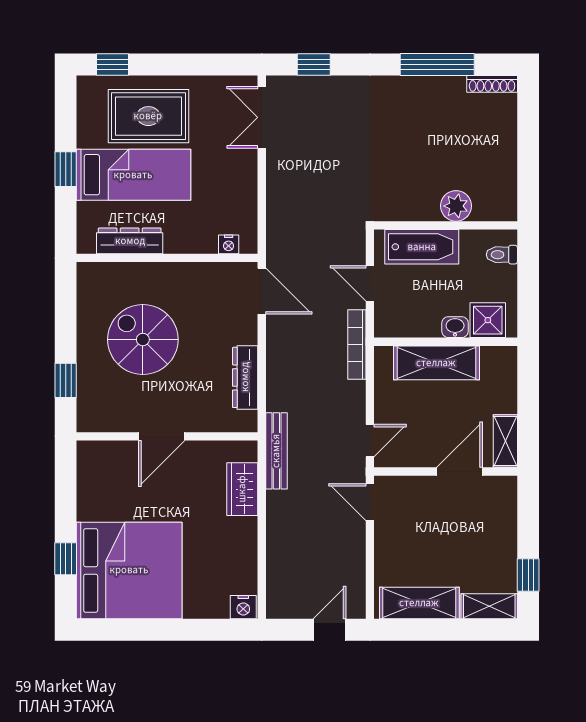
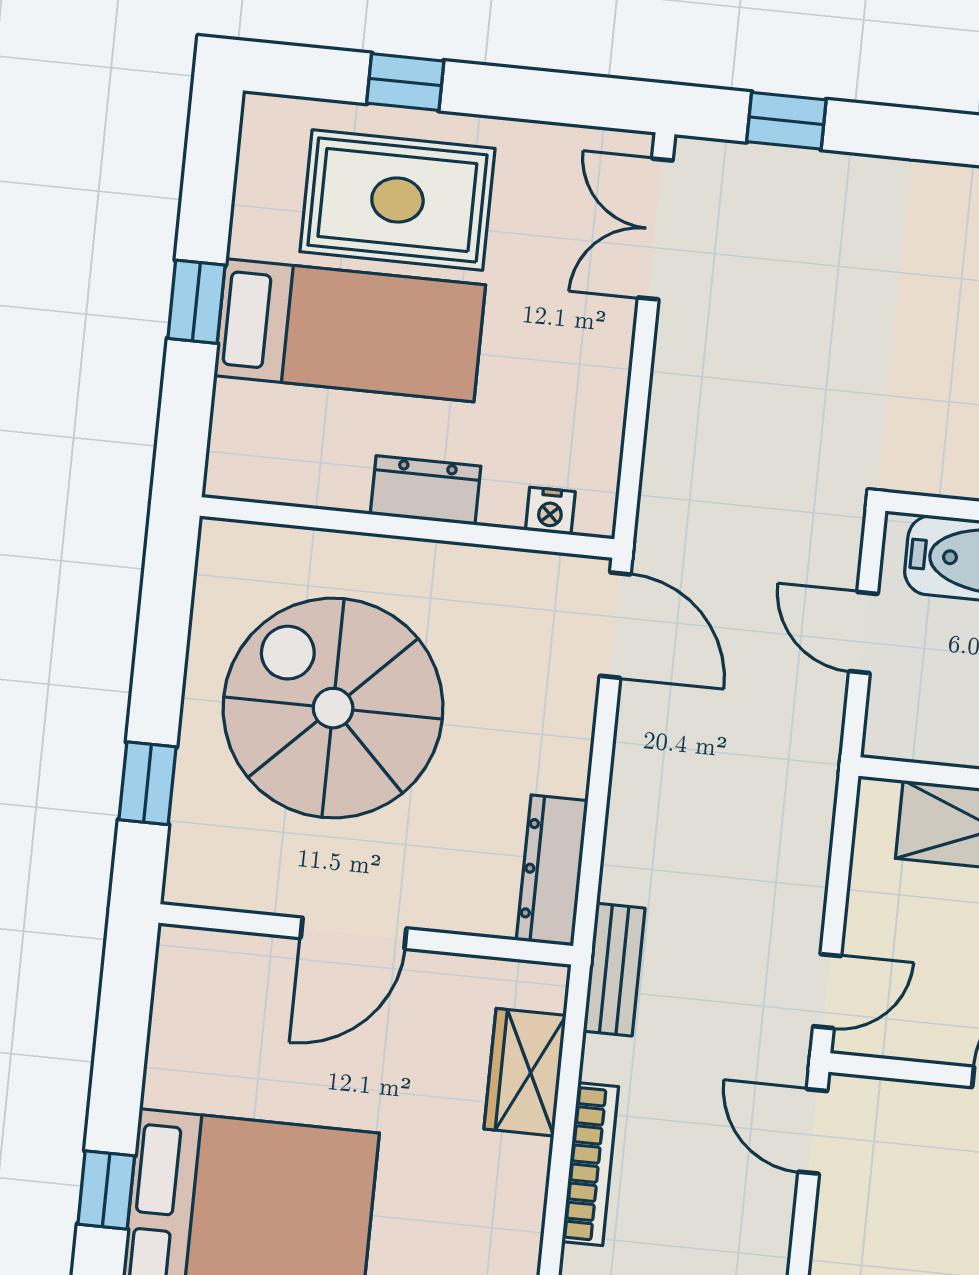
window: (112, 64) -> (405, 82), moved
dresser: (130, 241) -> (426, 490), moved, width x0.70
spiral stairs: (143, 340) -> (333, 708), width x1.37, depth x1.37
bookcase: (357, 345) -> (590, 1164), moved, turned 180
dresser: (245, 377) -> (552, 870), moved
bench: (276, 451) -> (614, 970), width x0.73

